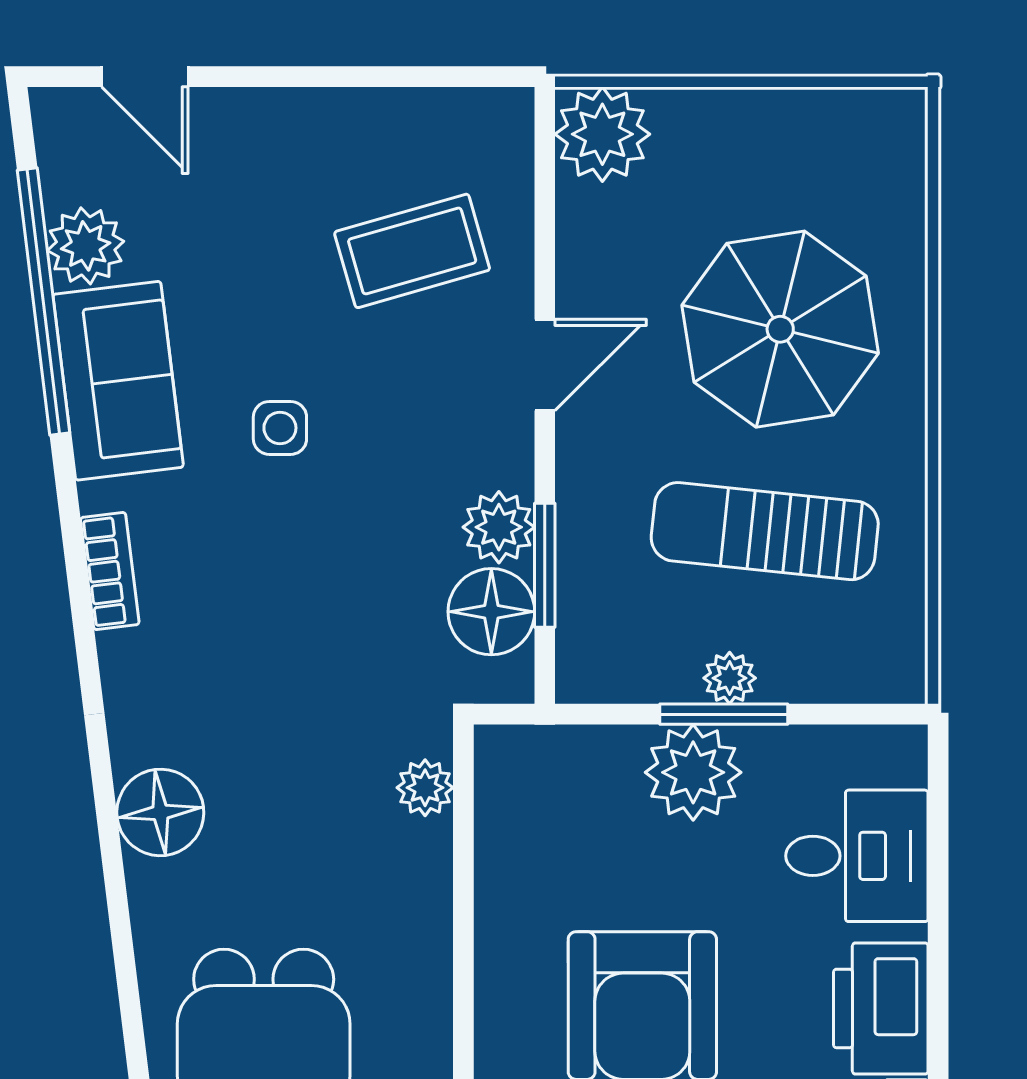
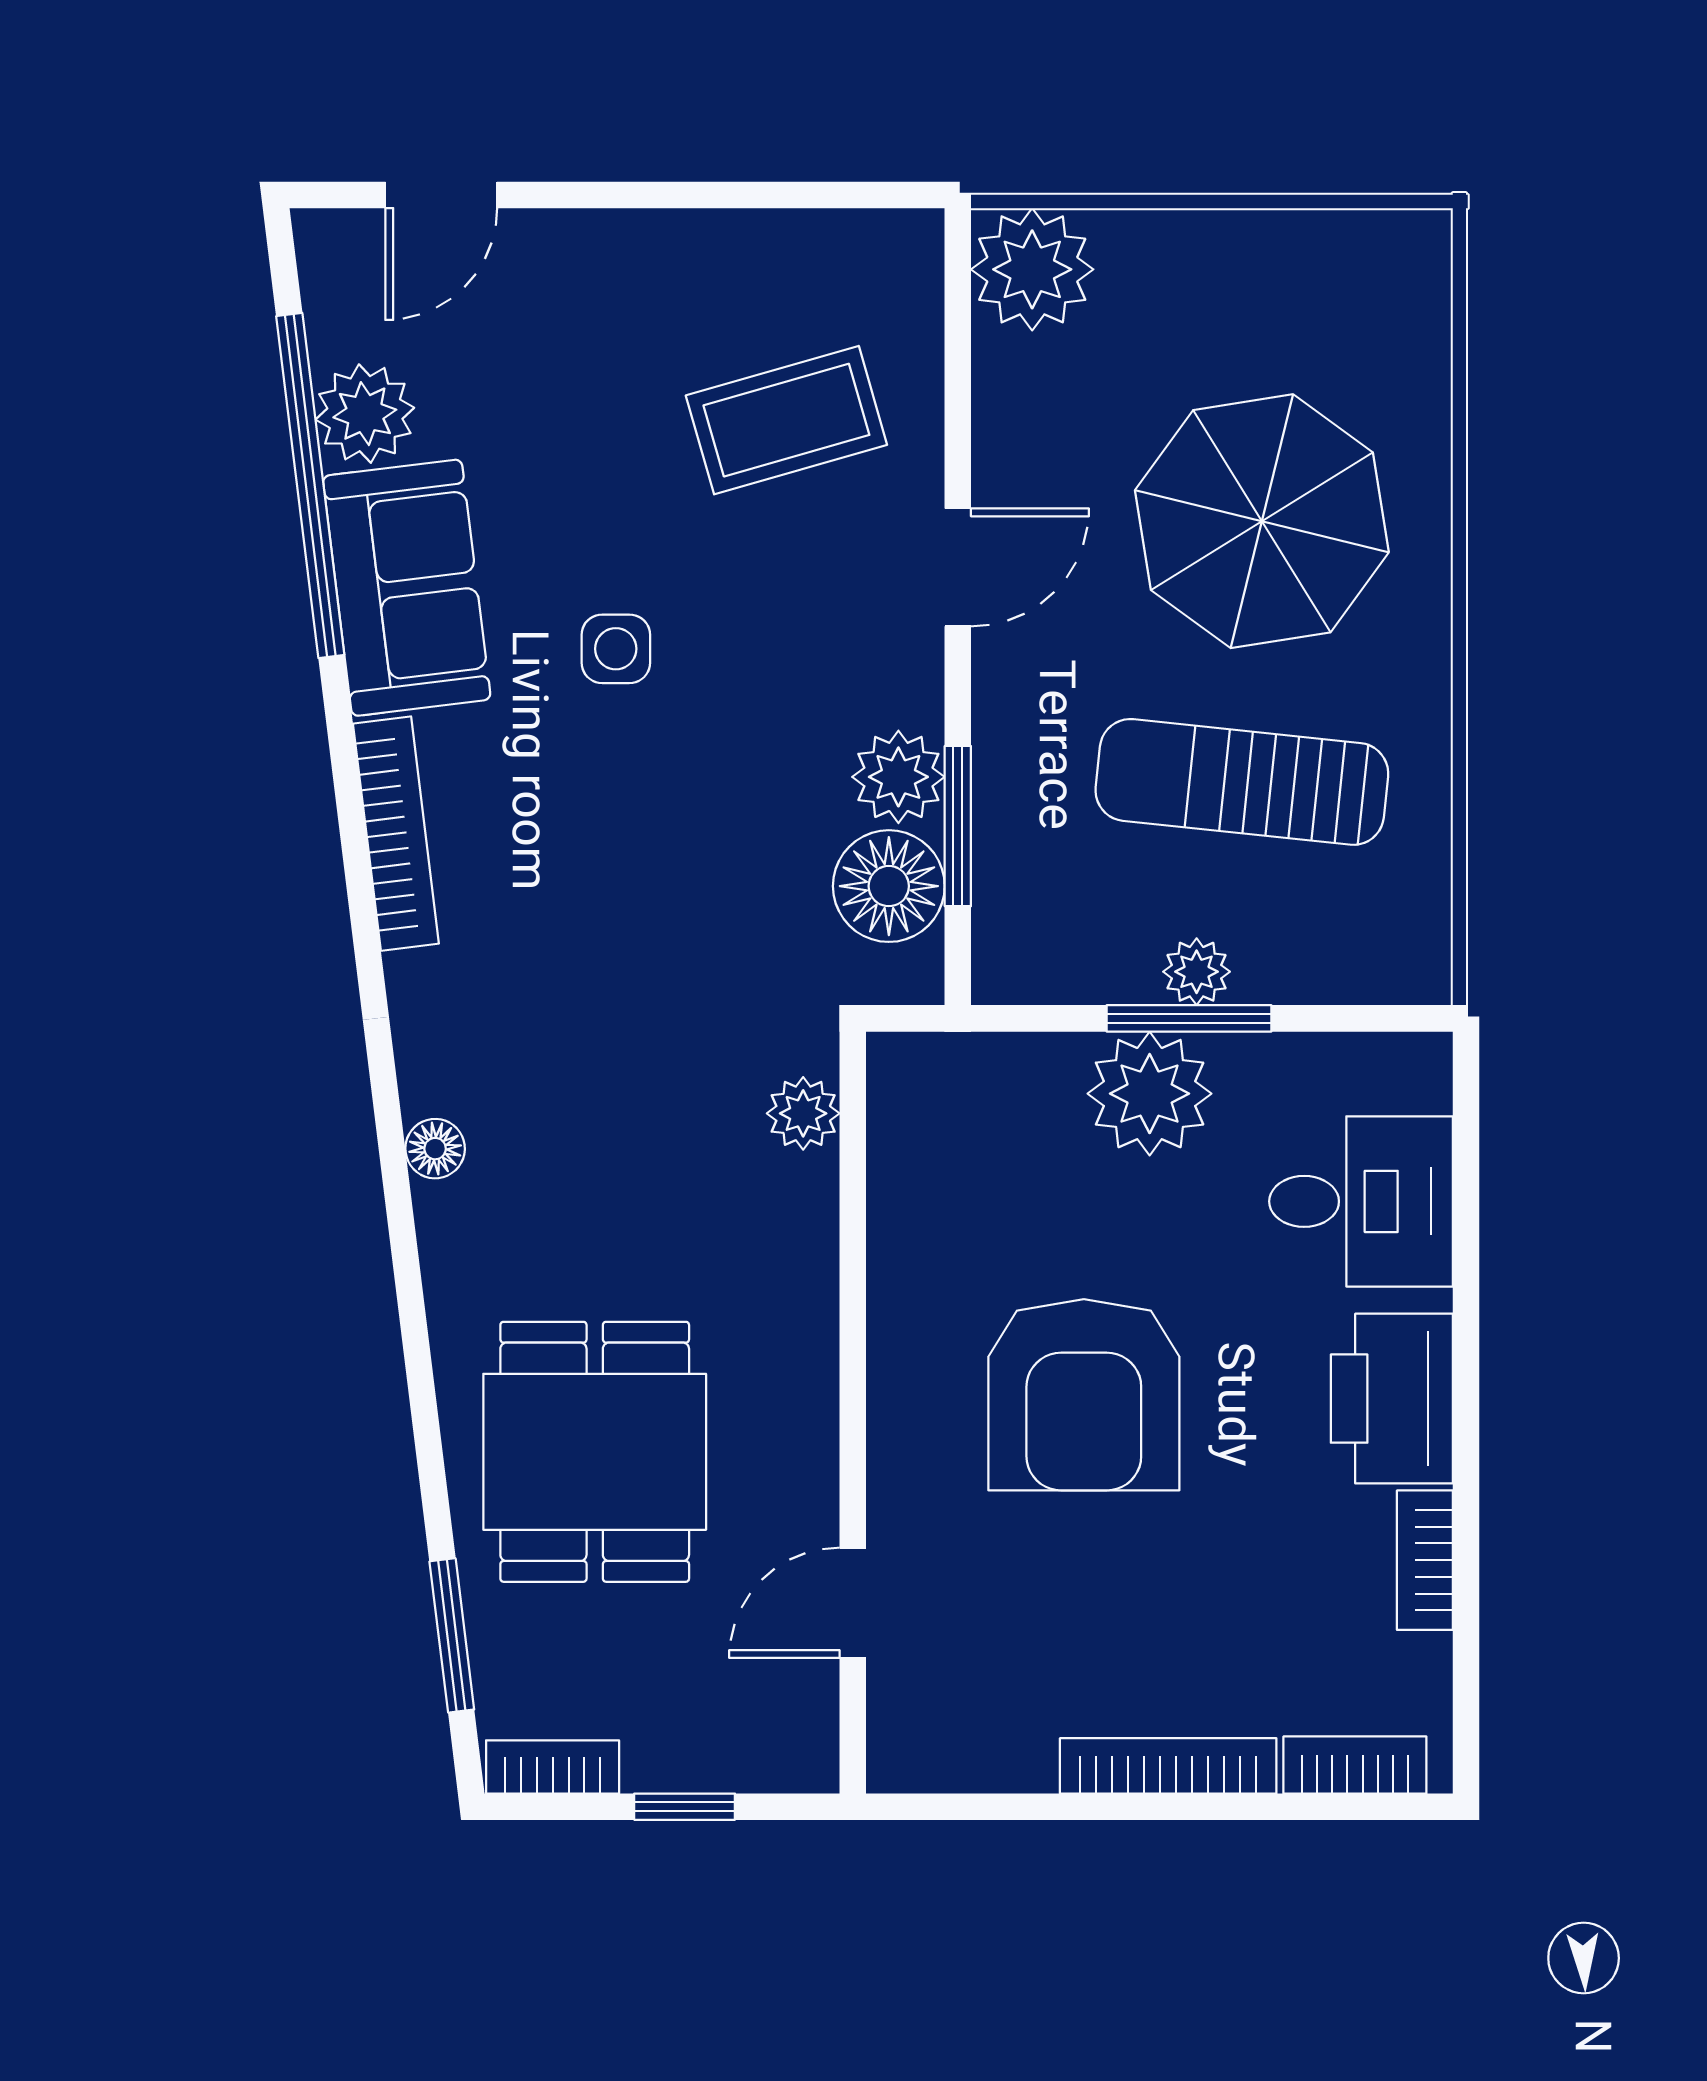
door: (145, 77) -> (441, 195), hinge flipped
bookcase: (110, 571) -> (396, 834), width x1.56
floor lamp: (160, 812) -> (435, 1149), width x0.53, depth x0.53

